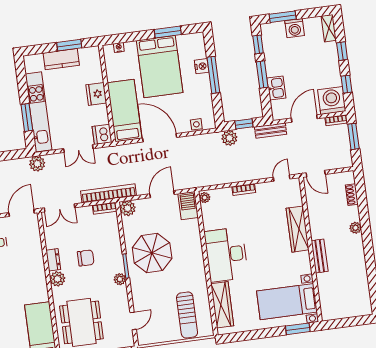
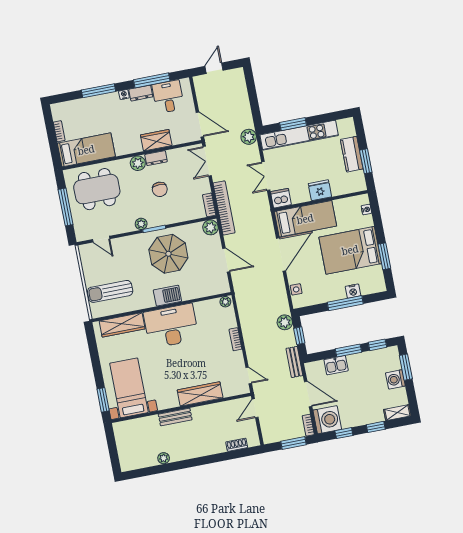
barbecue: (188, 206) -> (167, 296), moved
plant: (355, 228) -> (164, 458), moved
wardrobe: (35, 259) -> (156, 140), added

